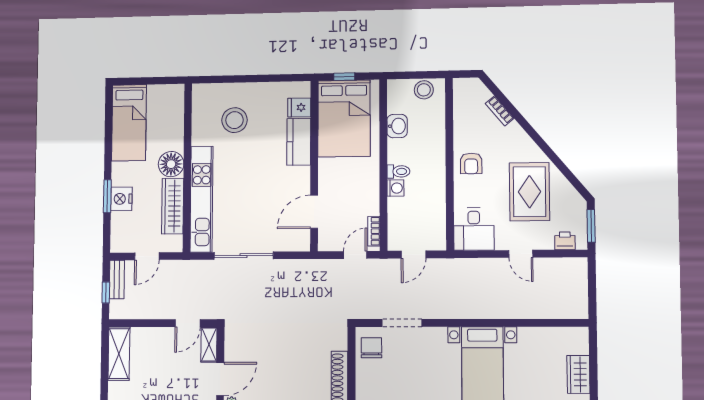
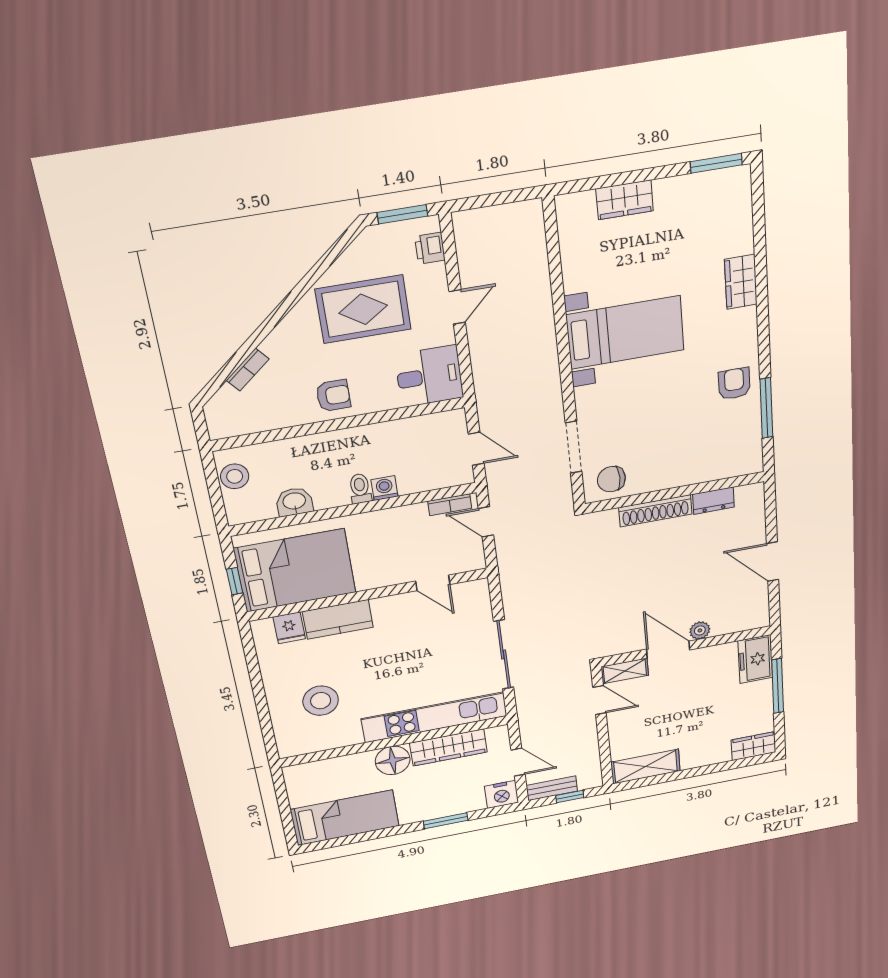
nightstand: (121, 199) -> (502, 794), moved
door: (314, 212) -> (433, 583), width x0.73

